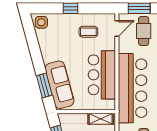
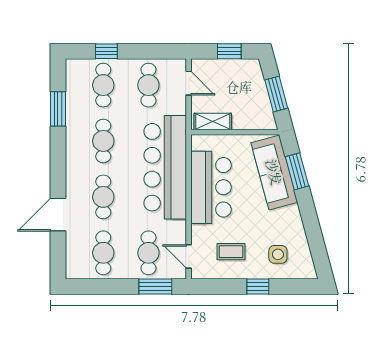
side table: (41, 22) -> (278, 254), moved
door: (117, 29) -> (189, 256), hinge flipped

